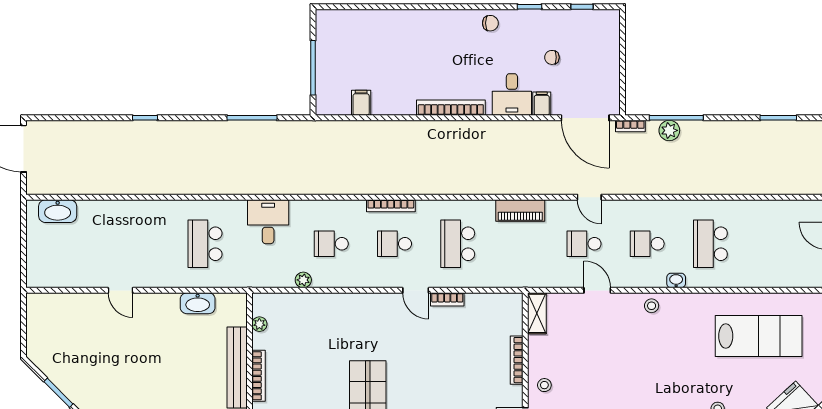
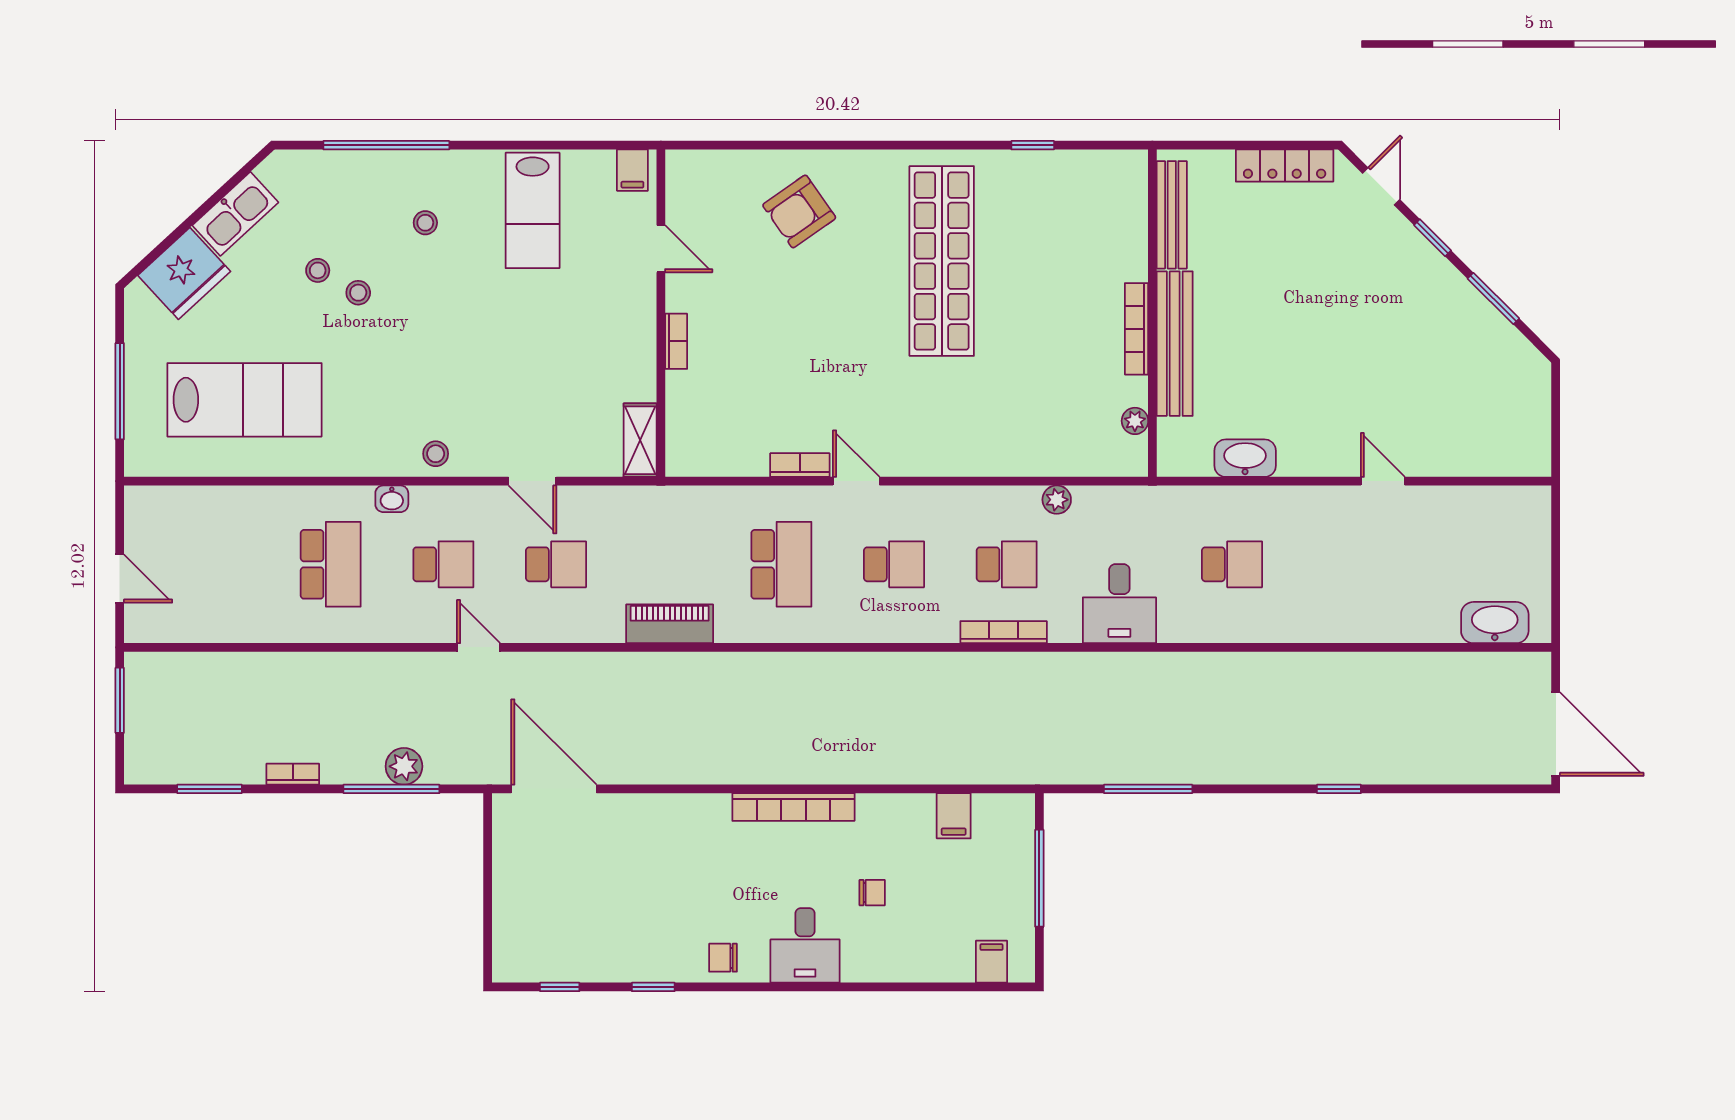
chair: (552, 57) -> (872, 893), moved
desk: (512, 94) -> (805, 945), moved, turned 180
filing cabinet: (542, 104) -> (992, 962), moved, turned 180
bookcase: (630, 126) -> (293, 774), moved
door: (589, 197) -> (479, 647), moved
bookcase: (391, 206) -> (1004, 632), moved
school desk: (205, 244) -> (1232, 564), width x0.54
lab bench: (759, 336) -> (245, 400), turned 180
bookcase: (517, 360) -> (676, 341), width x0.64
stool: (544, 385) -> (358, 293), moved

